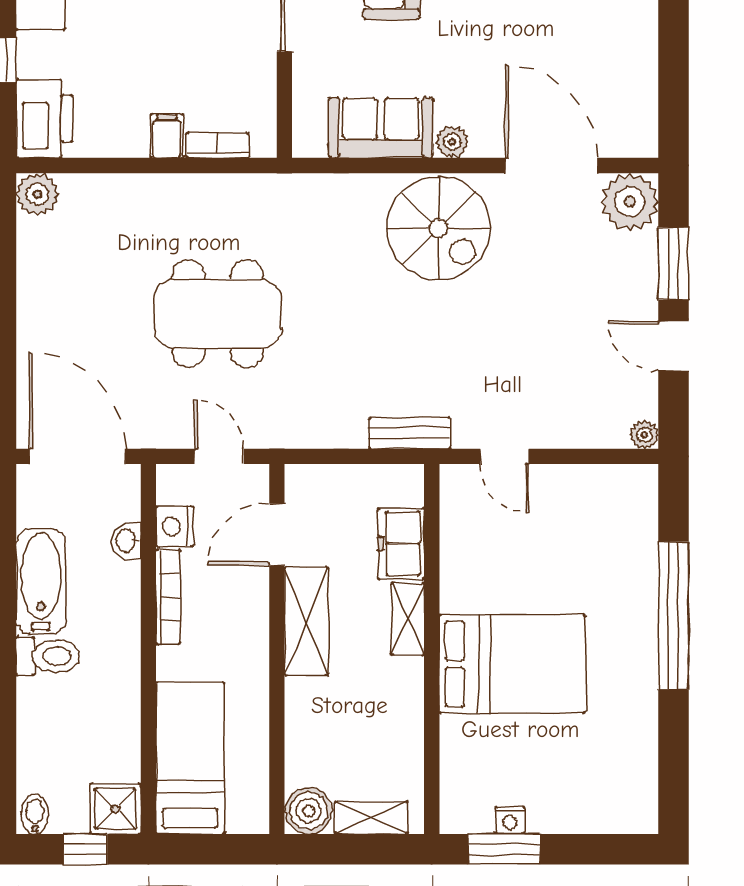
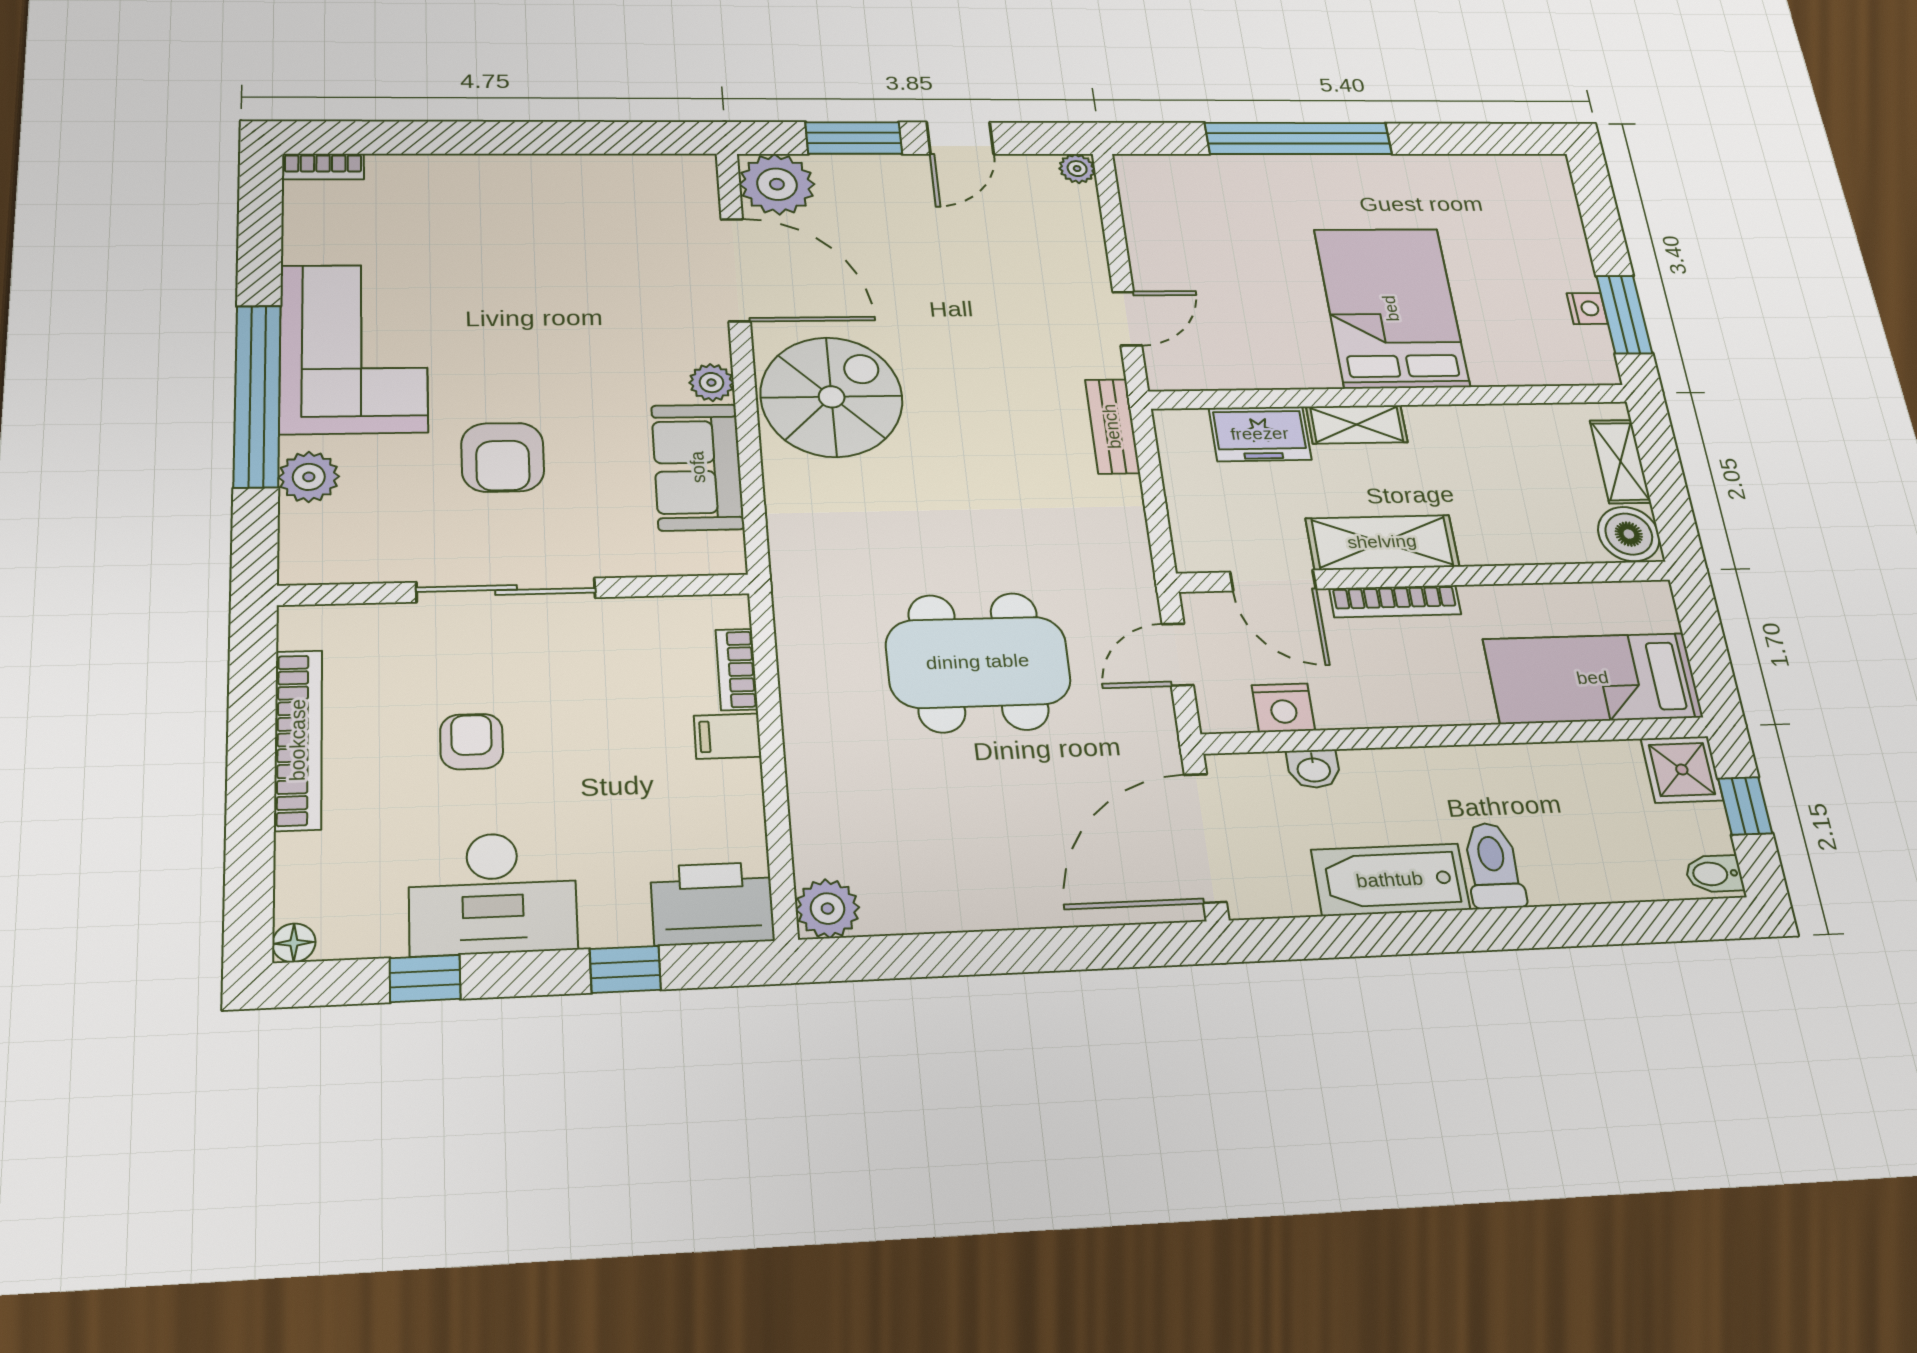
door: (551, 165) -> (736, 270), swing flipped
dining table: (218, 314) -> (978, 662), turned 90
bookcase: (168, 597) -> (1395, 601), moved, turned 180

